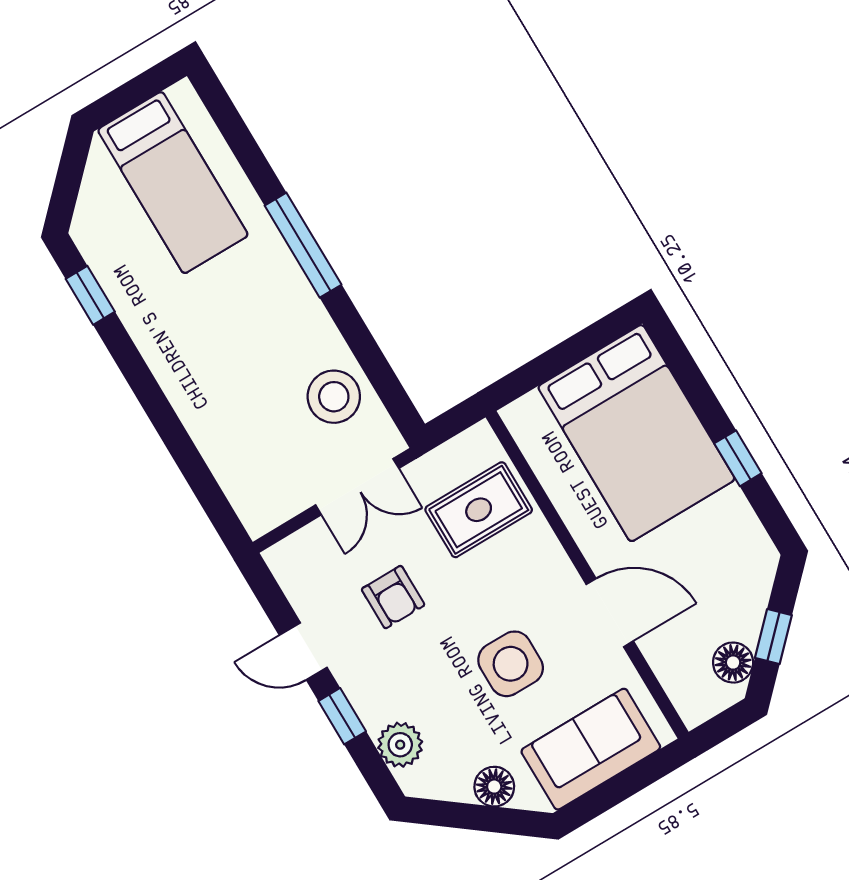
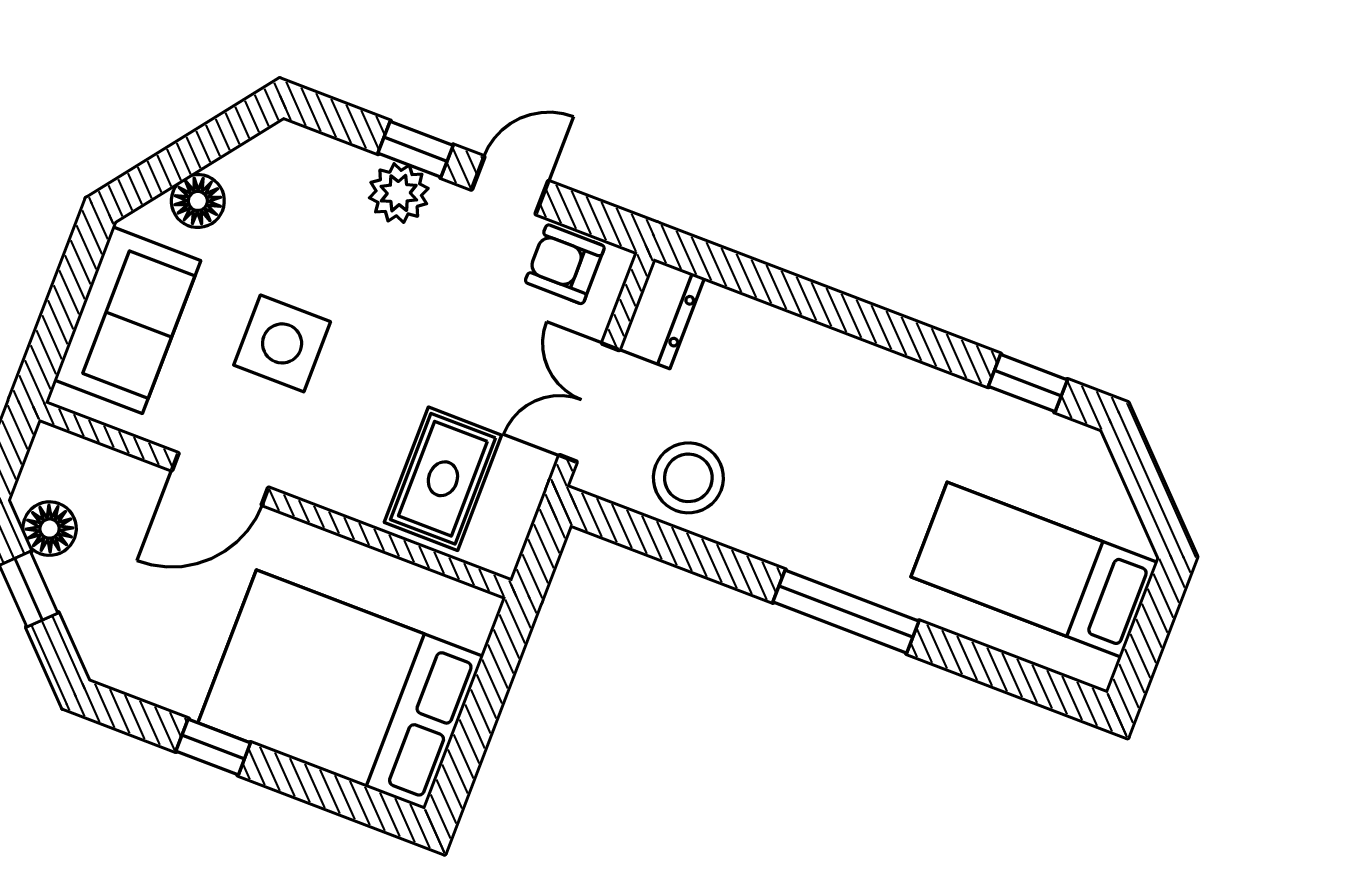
dresser: (273, 506) -> (662, 314), added
armchair: (393, 597) -> (565, 264), moved
plant: (400, 745) -> (399, 193), moved

